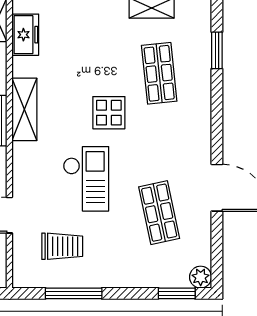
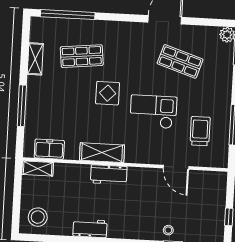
window: (217, 50) -> (68, 15), width x2.11
shop shelf: (159, 213) -> (180, 61), turned 30

